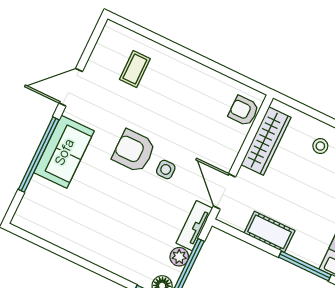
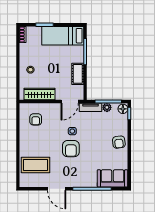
coffee table: (135, 69) -> (36, 165), width x1.86, depth x1.72
armchair: (244, 111) -> (36, 119), moved
sofa: (64, 152) -> (113, 178), moved
armchair: (103, 248) -> (119, 142), added

